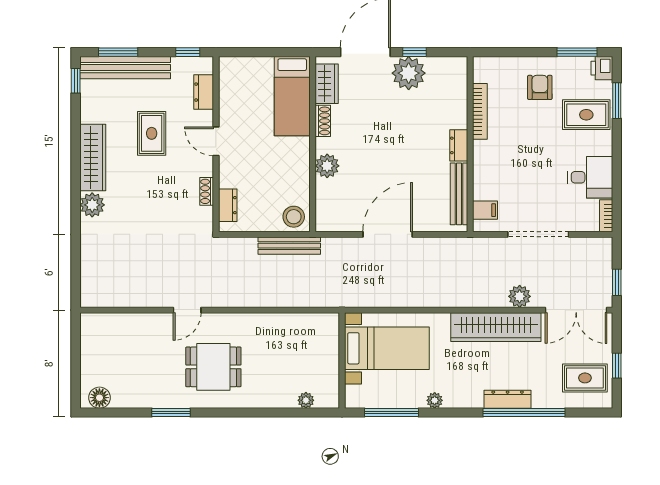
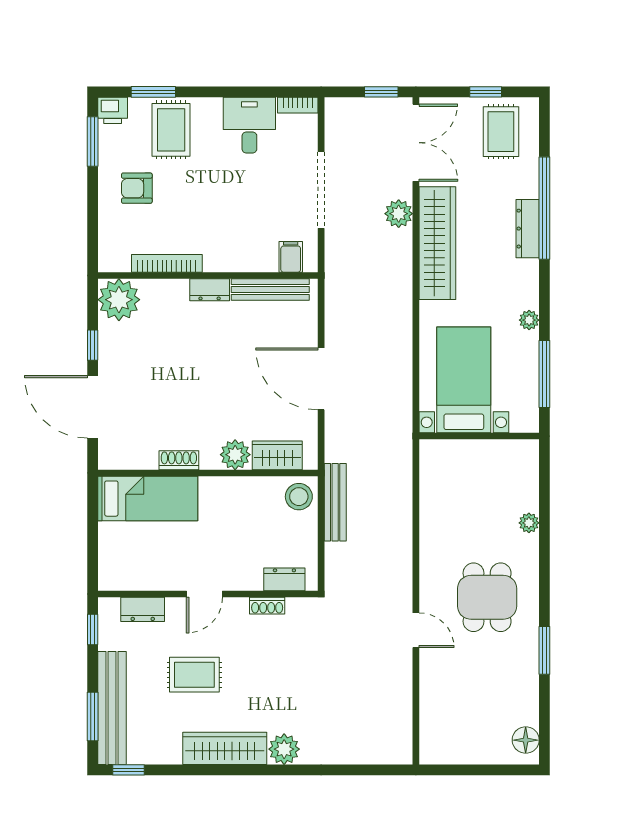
plant: (409, 73) -> (119, 300), moved
wardrobe: (327, 84) -> (277, 455), moved
plant: (306, 400) -> (529, 523), moved

